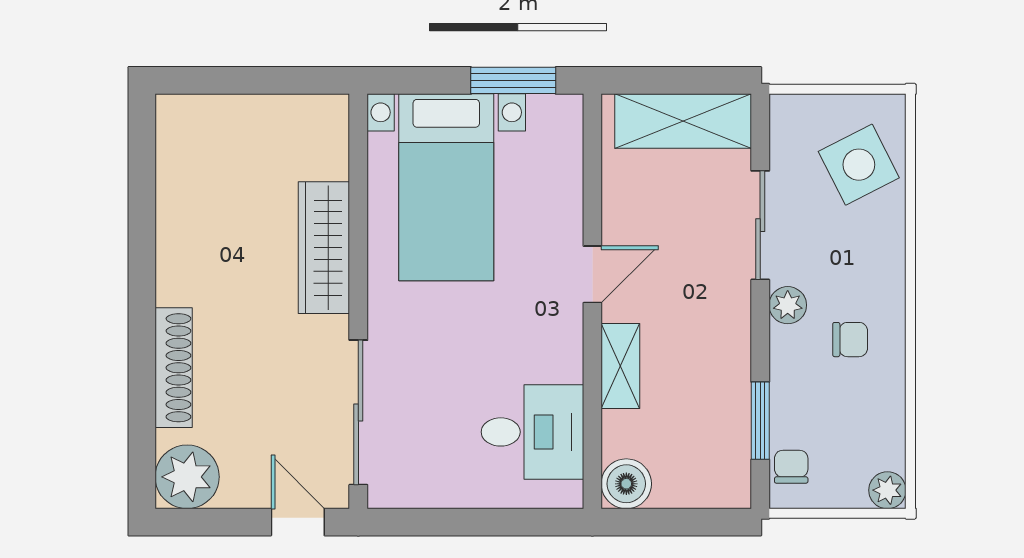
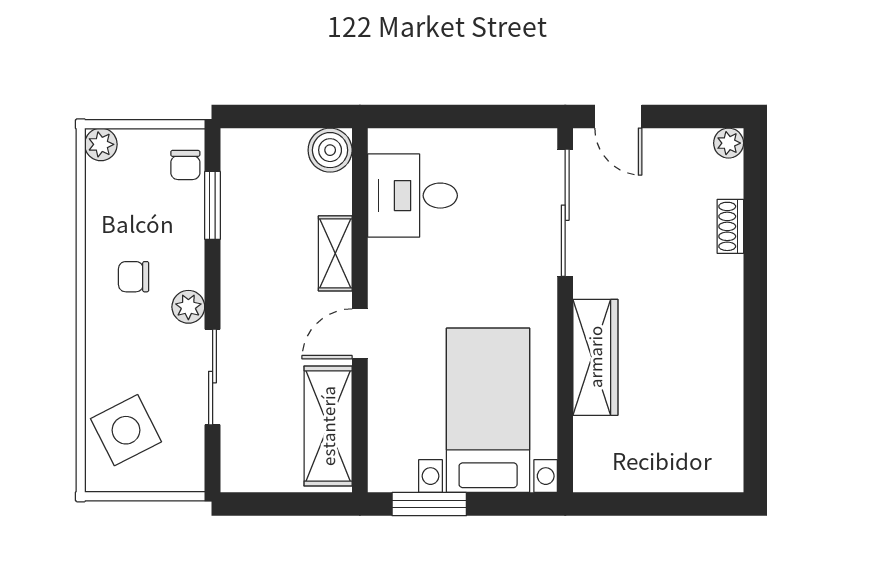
shelving: (683, 121) -> (328, 426), moved, turned 90
shoe rack: (174, 368) -> (730, 226), width x0.51, depth x0.81
plant: (187, 477) -> (729, 143), width x0.53, depth x0.53

